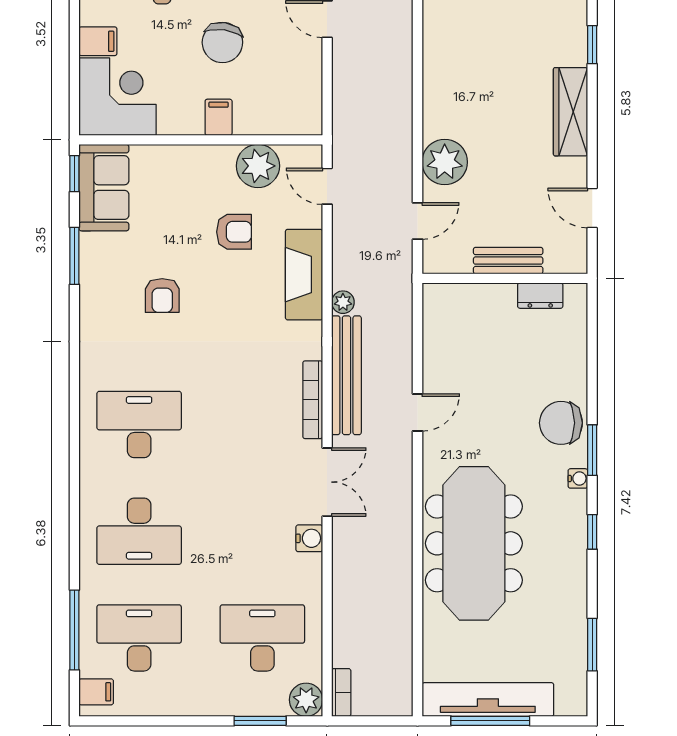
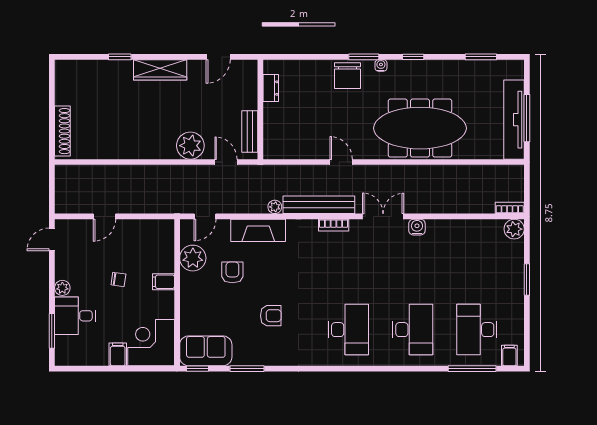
chair: (222, 42) -> (118, 279), width x0.54, depth x0.54
bench: (508, 261) -> (250, 131), moved
bookcase: (313, 400) -> (334, 225), width x0.64
desk: (139, 424) -> (348, 330), turned 180
desk: (262, 638) -> (477, 255), removed
window: (260, 721) -> (527, 280), moved

